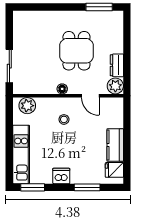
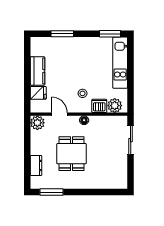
dresser: (117, 65) -> (36, 165), moved
fridge: (114, 170) -> (38, 93), moved
dishwasher: (61, 176) -> (99, 106), moved, turned 180

